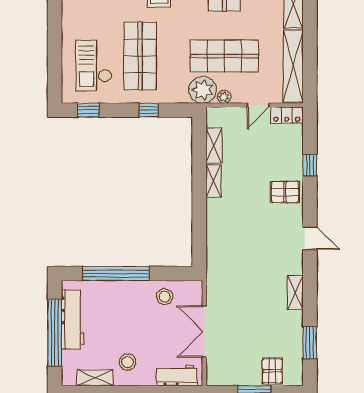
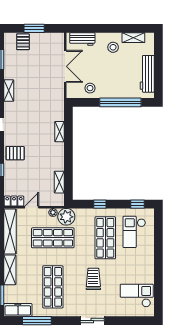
checkout: (94, 65) -> (134, 232), turned 180
shelving: (213, 181) -> (60, 132), moved
window: (55, 333) -> (158, 66), removed

